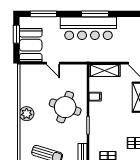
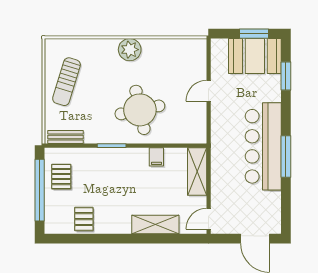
window: (43, 14) -> (286, 76), width x0.69
booth: (31, 45) -> (255, 56), moved
round table: (65, 107) -> (140, 110), turned -31

